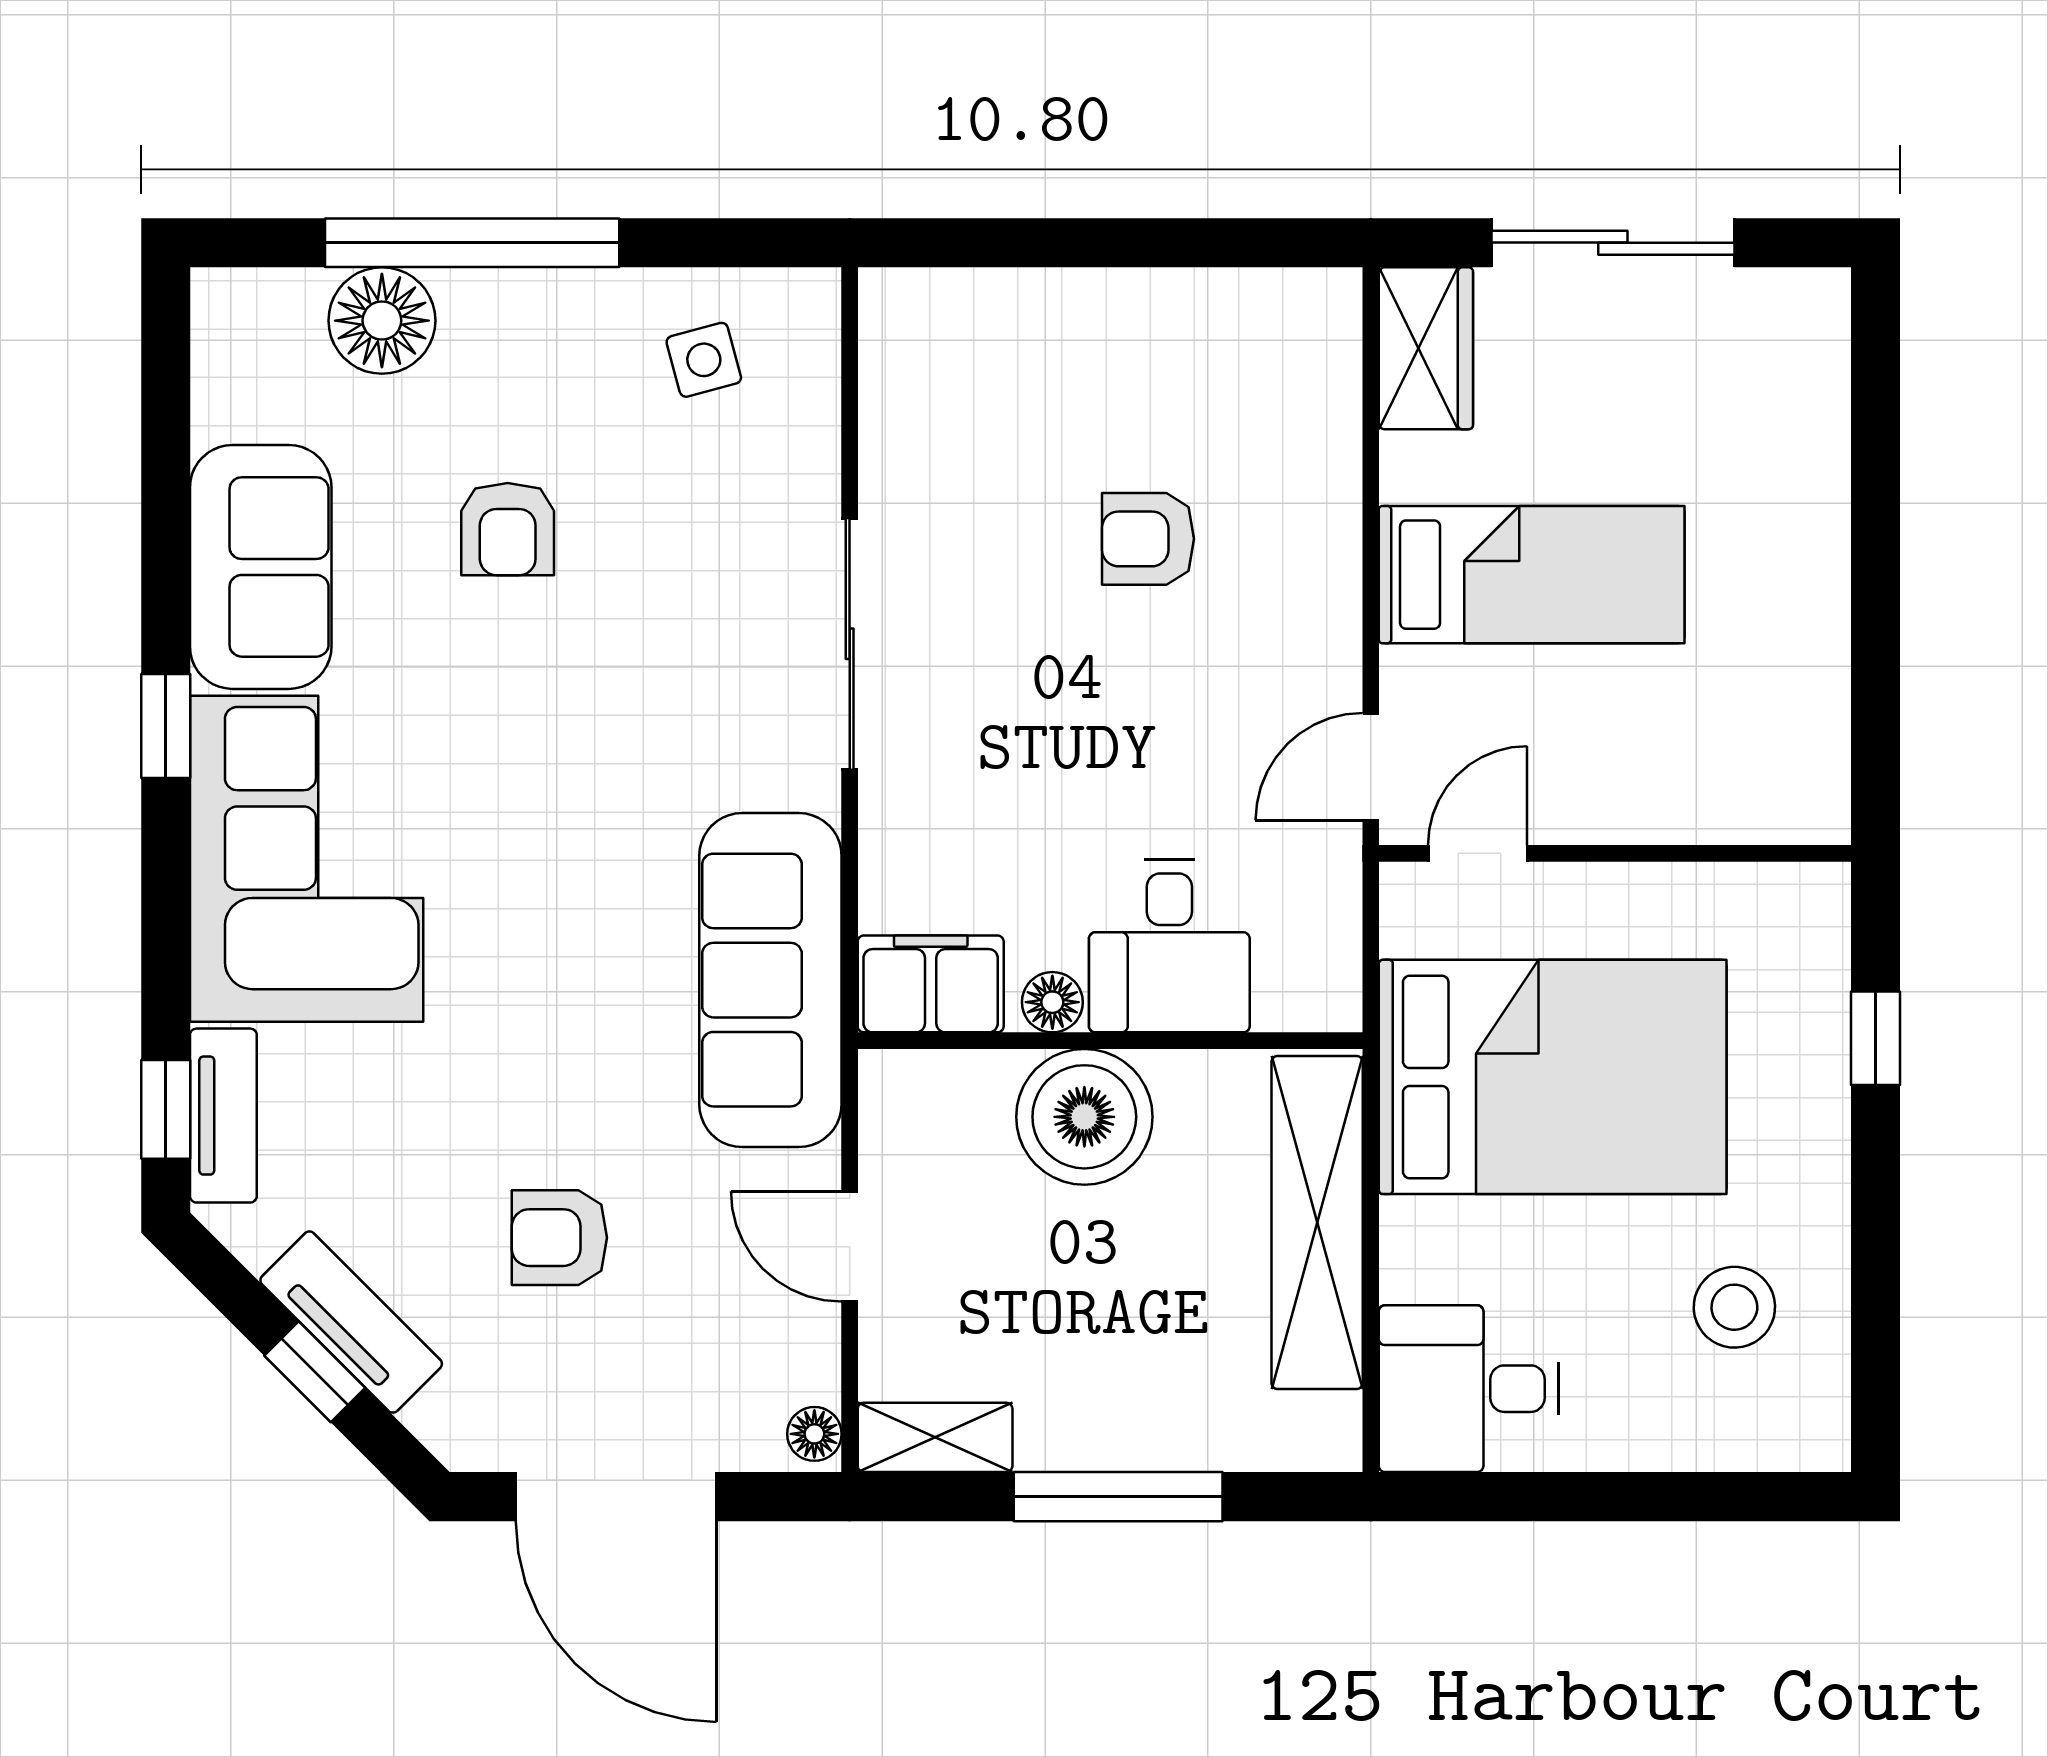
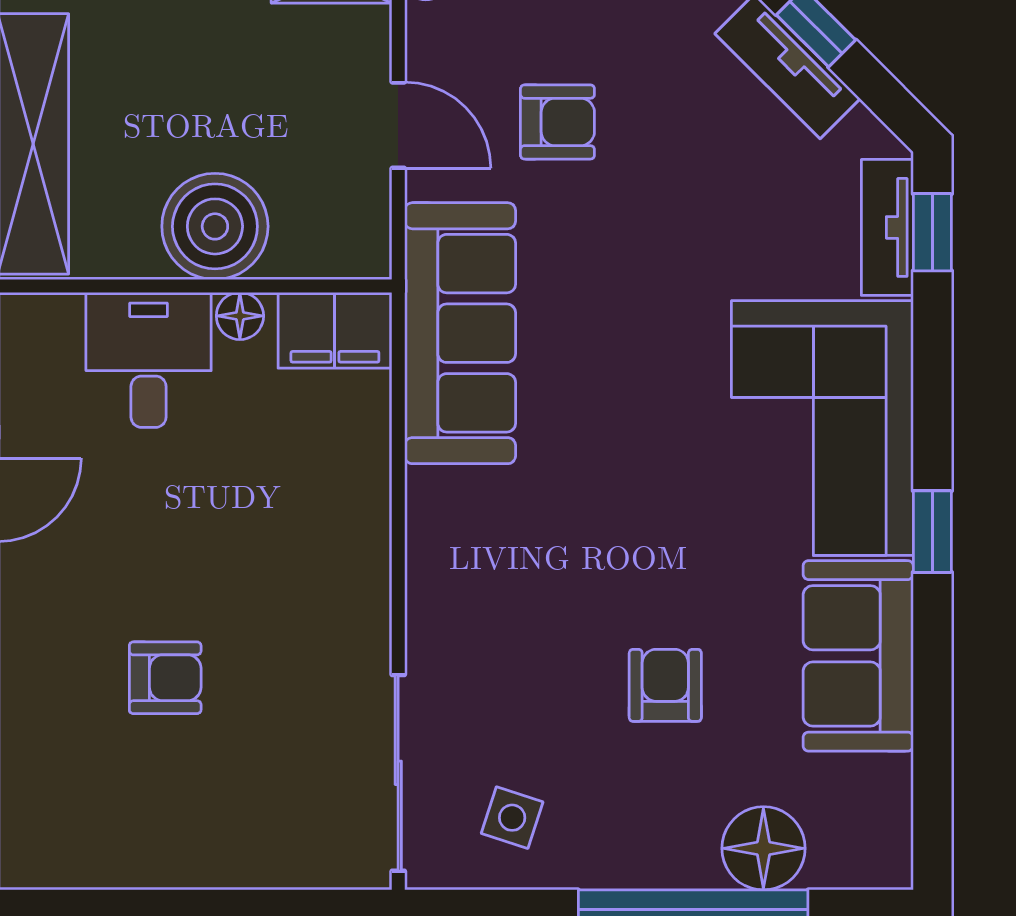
side table: (704, 360) -> (512, 818), turned 33
sliding door: (850, 644) -> (398, 773), moved
armchair: (559, 1238) -> (557, 122), moved

